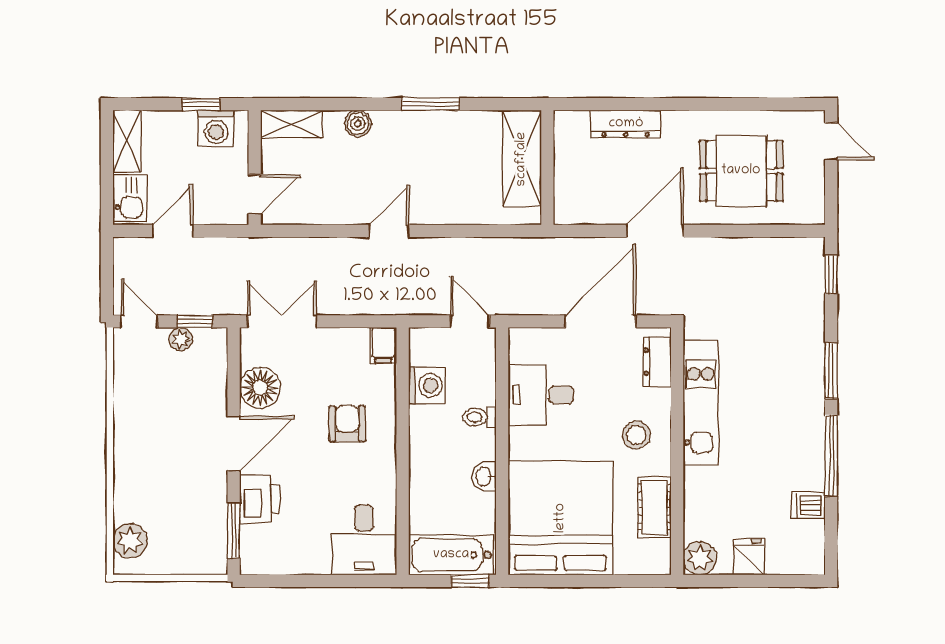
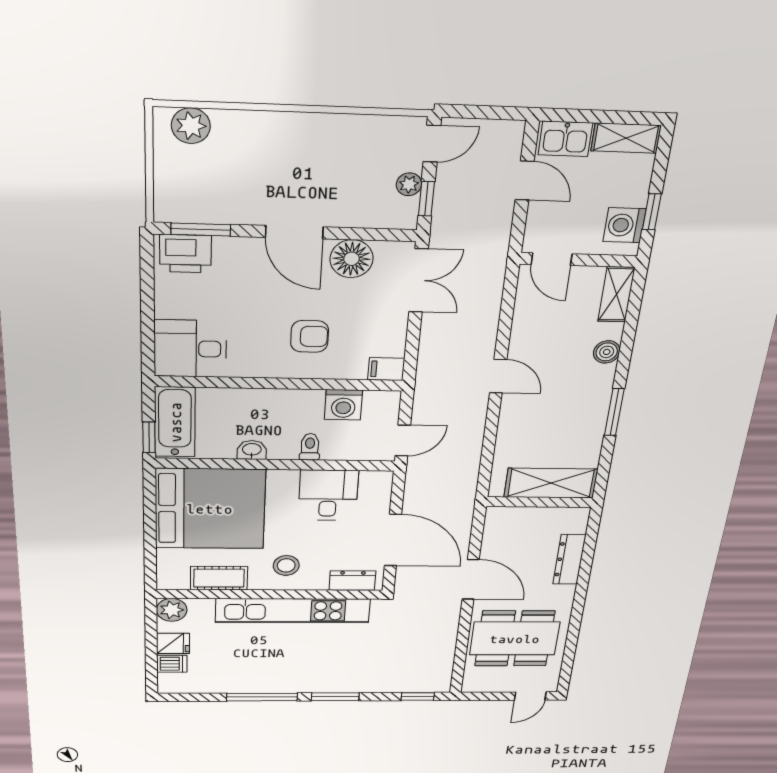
dining table: (741, 171) -> (515, 639), width x1.38
kitchen unit: (701, 403) -> (293, 611), width x1.36
printer: (259, 499) -> (185, 254), moved
dishwasher: (808, 506) -> (172, 664), moved, turned 90

